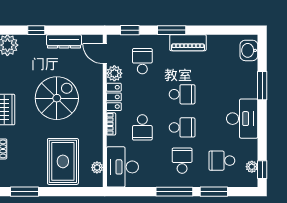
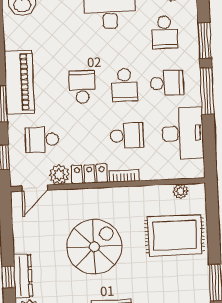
dresser: (64, 41) -> (23, 276), moved
piano: (188, 43) -> (19, 82), width x1.37, depth x1.33
spiral stairs: (57, 98) -> (94, 247), turned 90
school desk: (182, 127) -> (124, 85), turned 180
school desk: (182, 161) -> (167, 83), turned 180
desk: (122, 167) -> (183, 133), moved, turned -90

